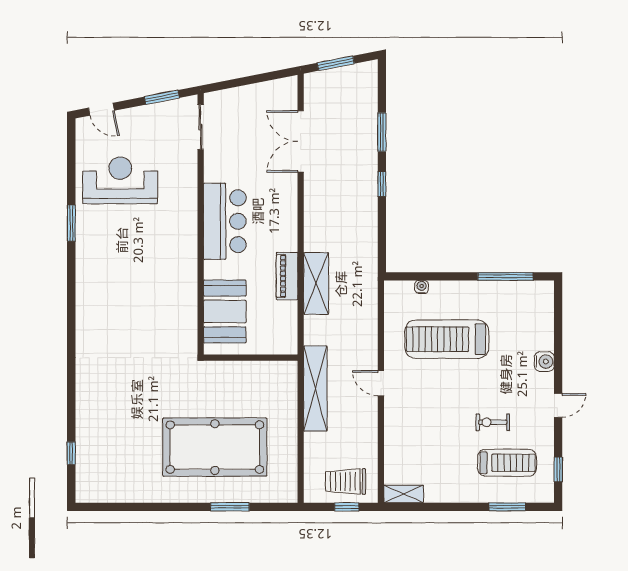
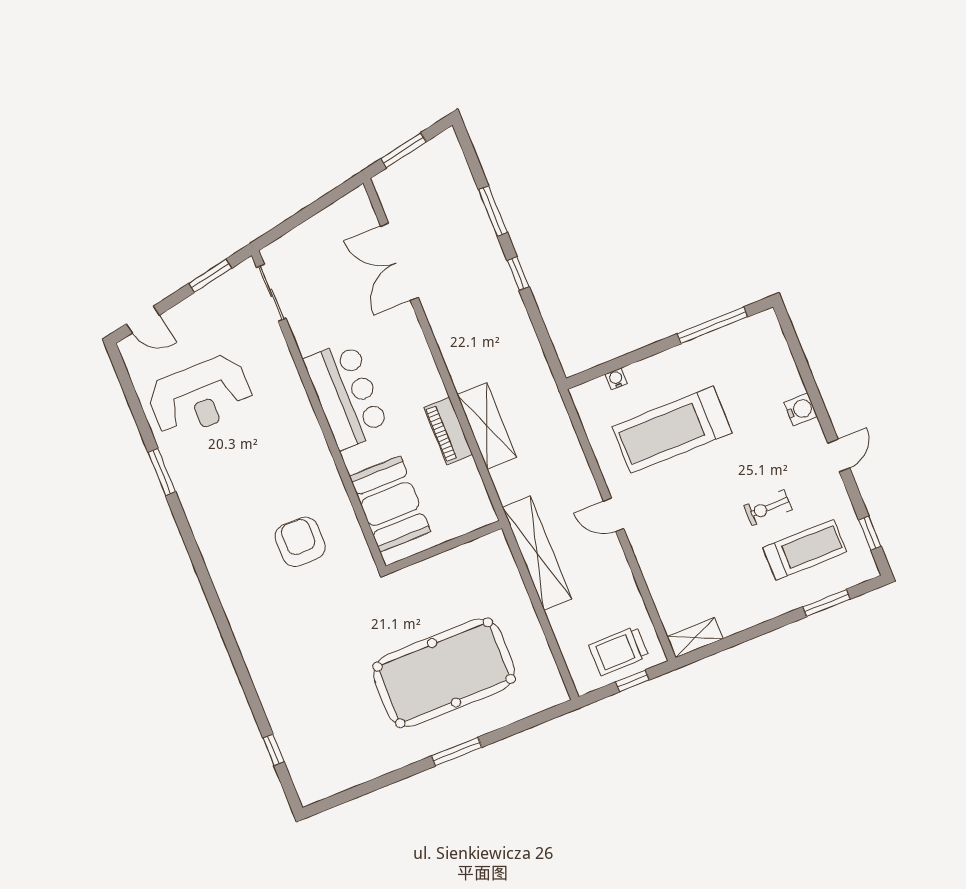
reception desk: (120, 180) -> (200, 396), turned 180
armchair: (150, 313) -> (300, 542), added
window: (230, 507) -> (457, 752), moved

